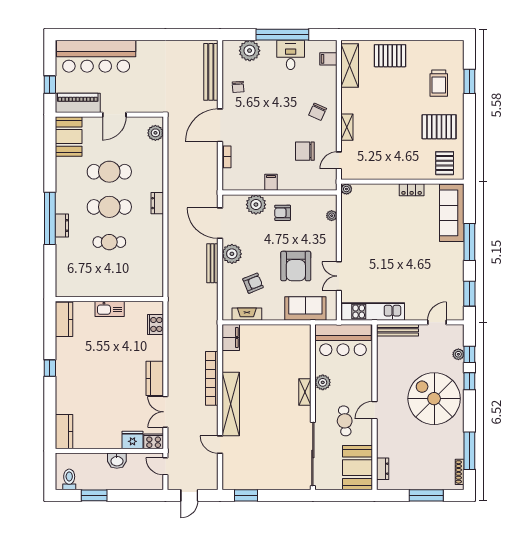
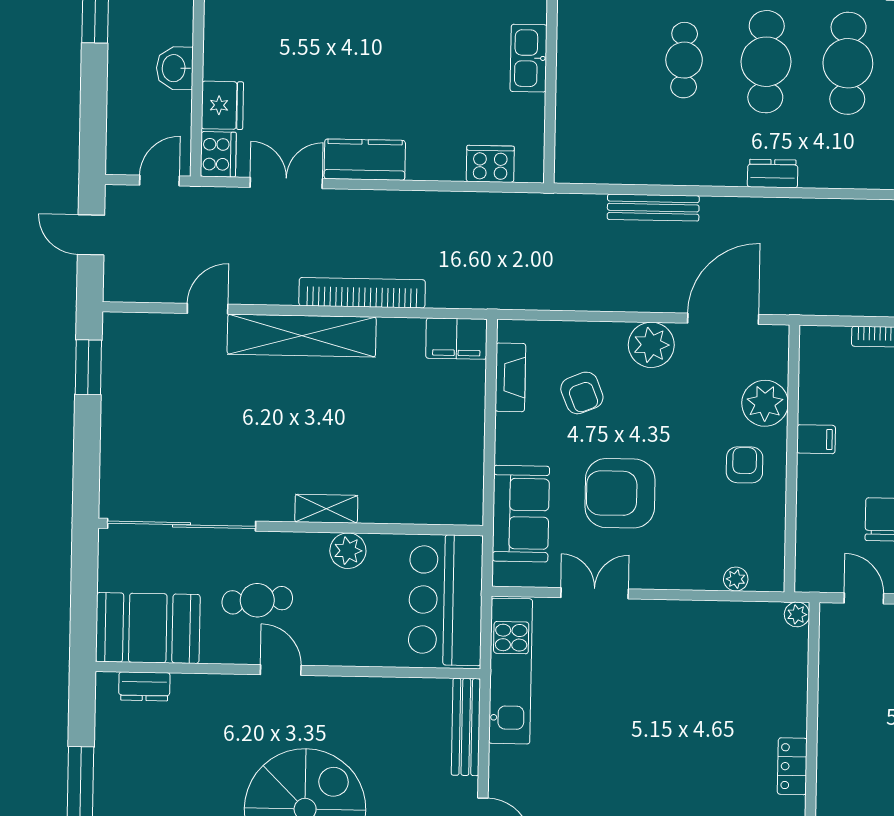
bench: (212, 263) -> (653, 208), moved

